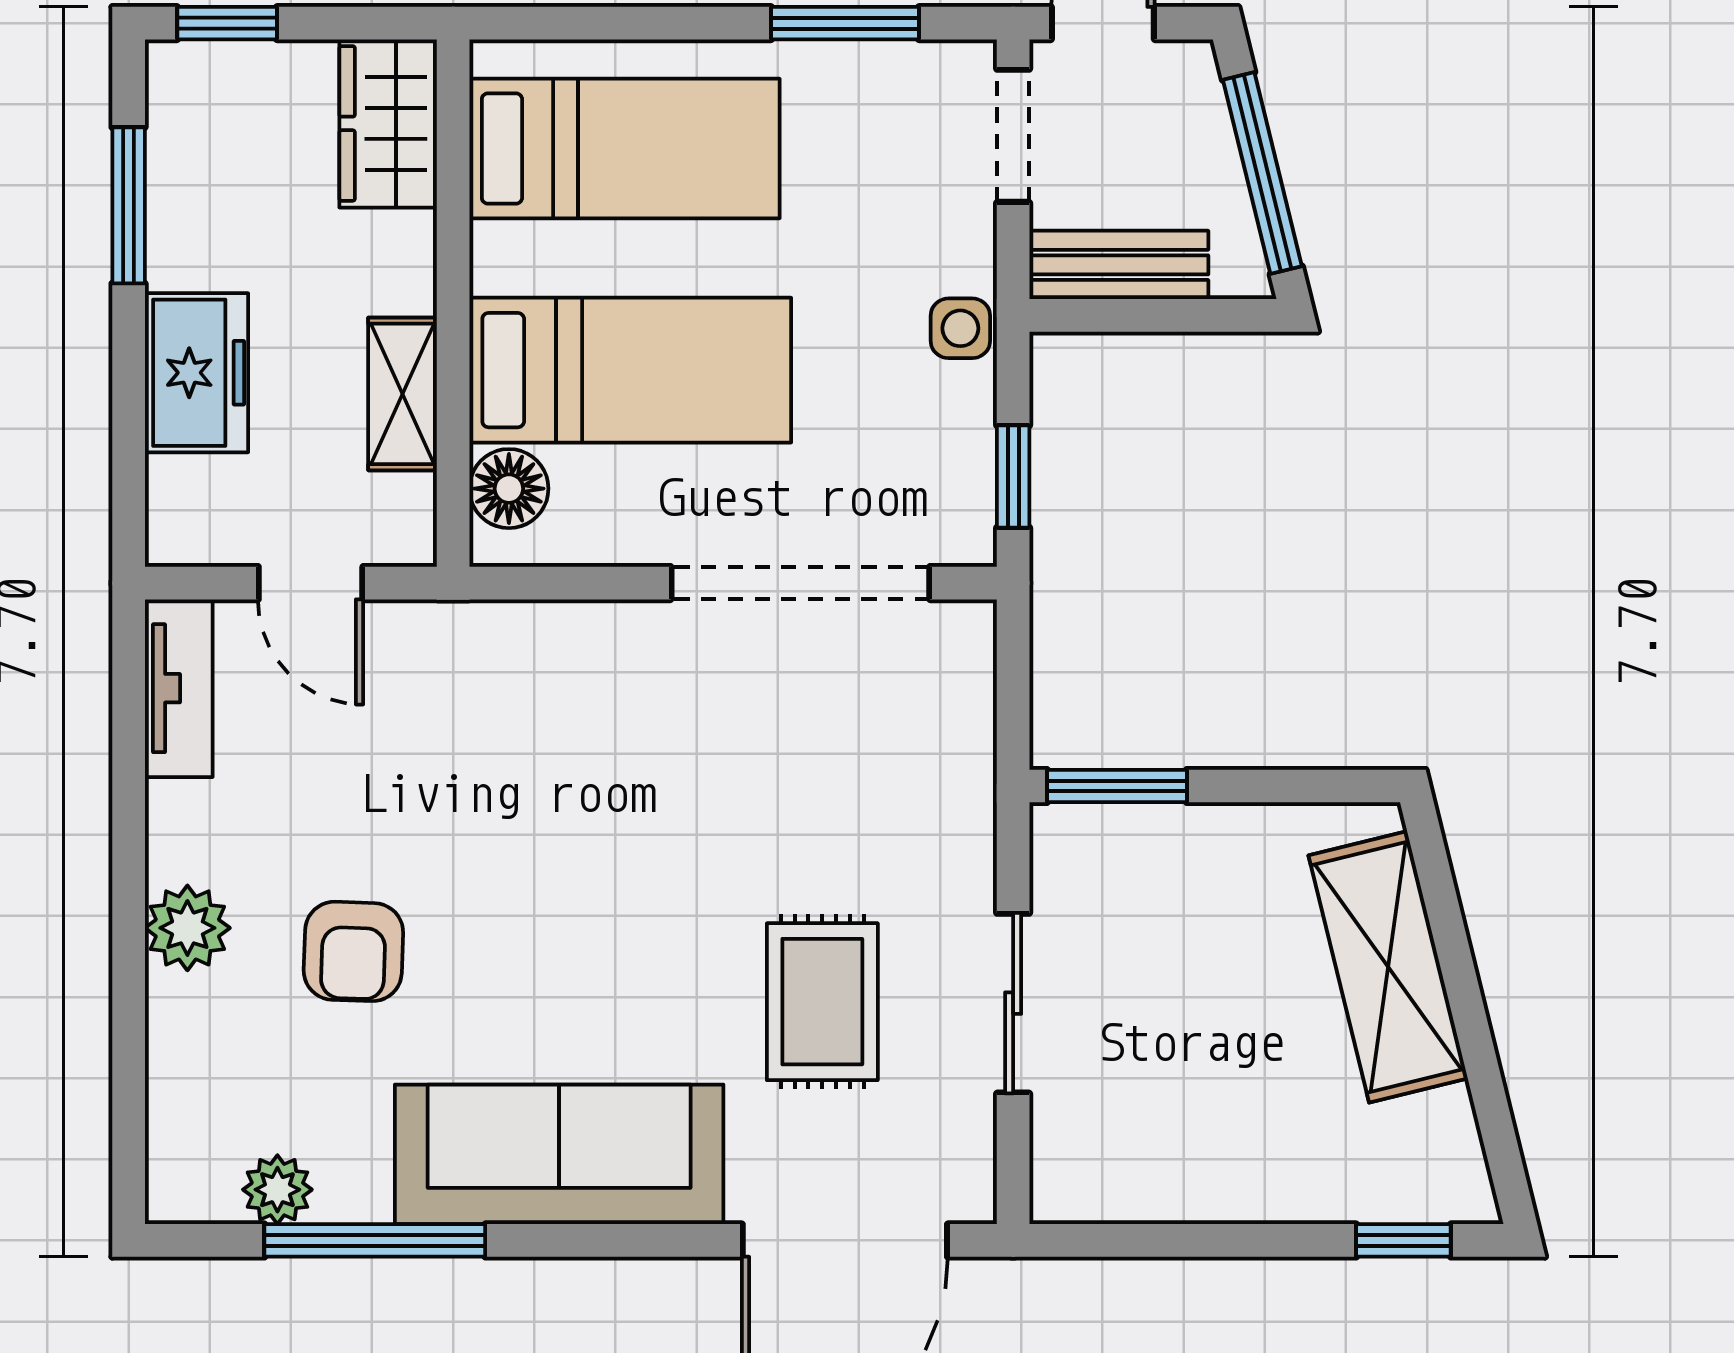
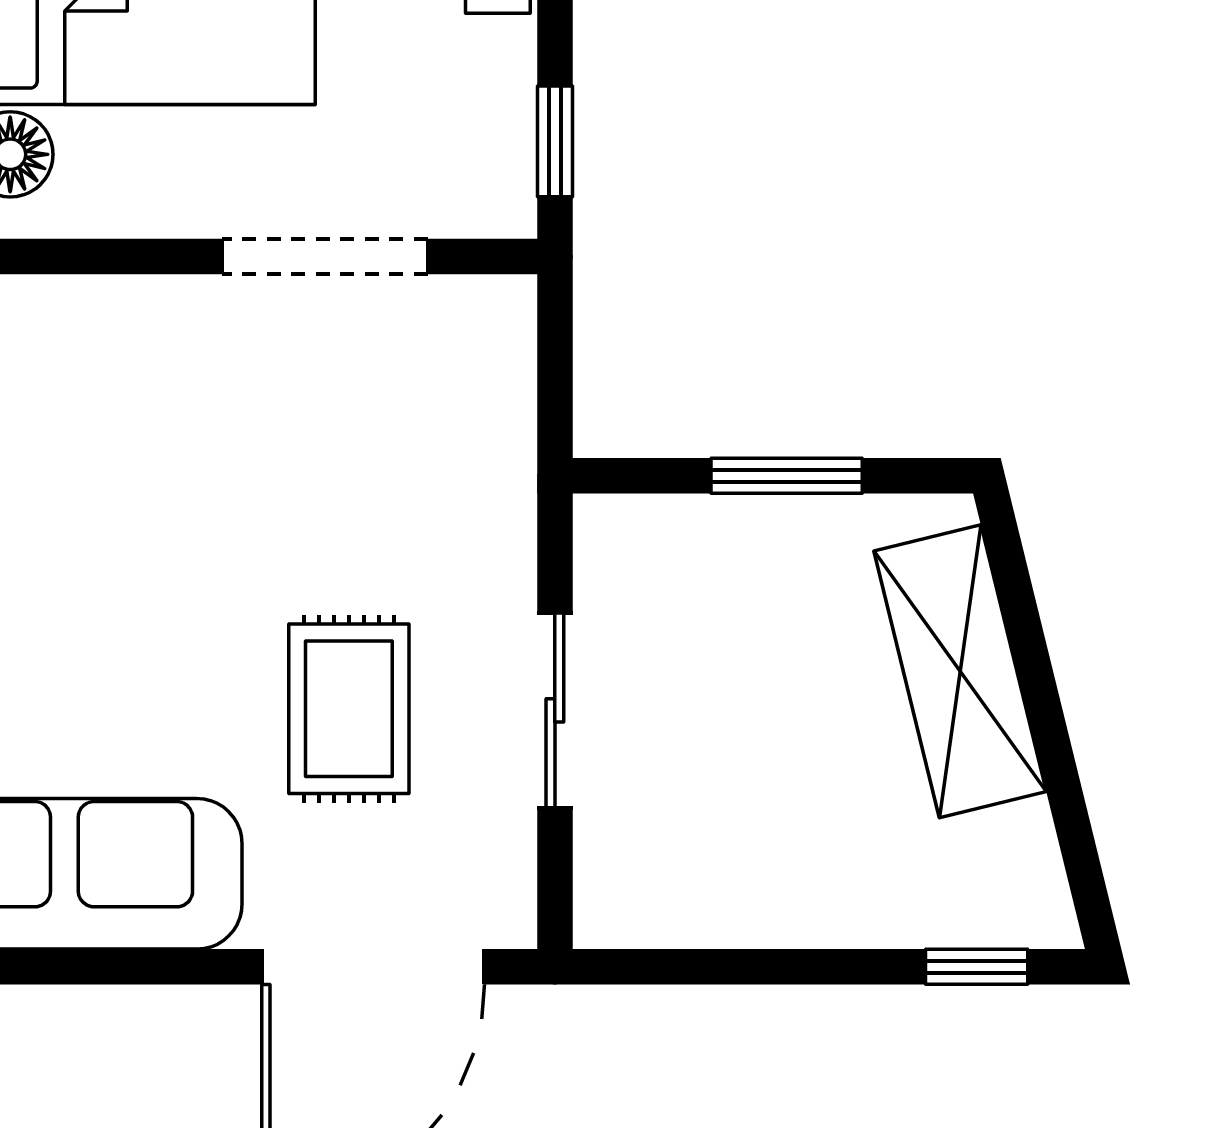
doorway: (800, 583) -> (325, 257), width x0.73
window: (1117, 786) -> (787, 476), moved

